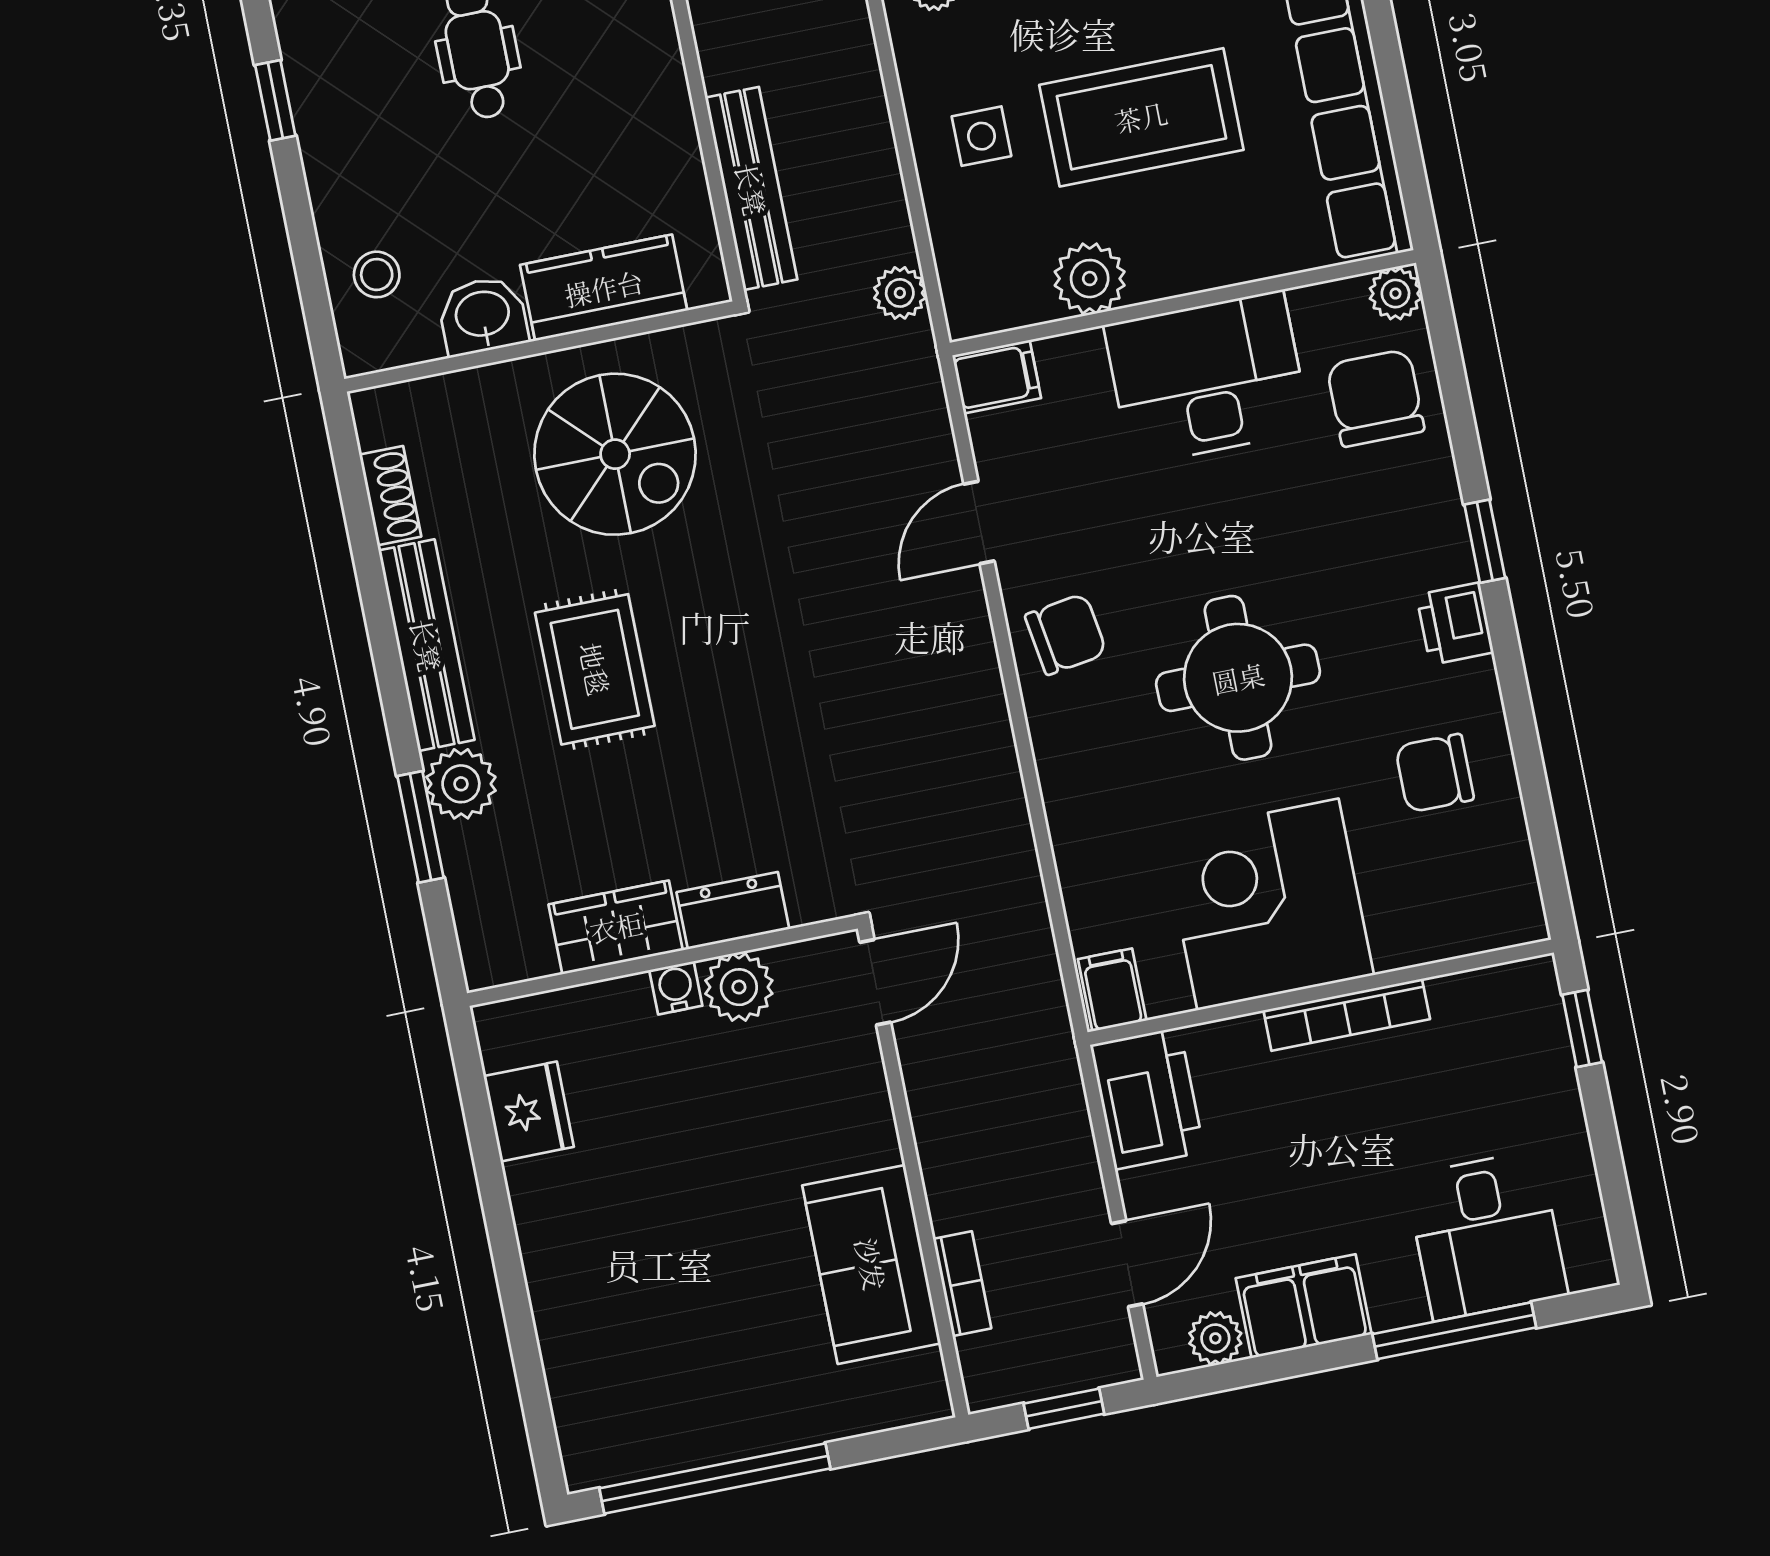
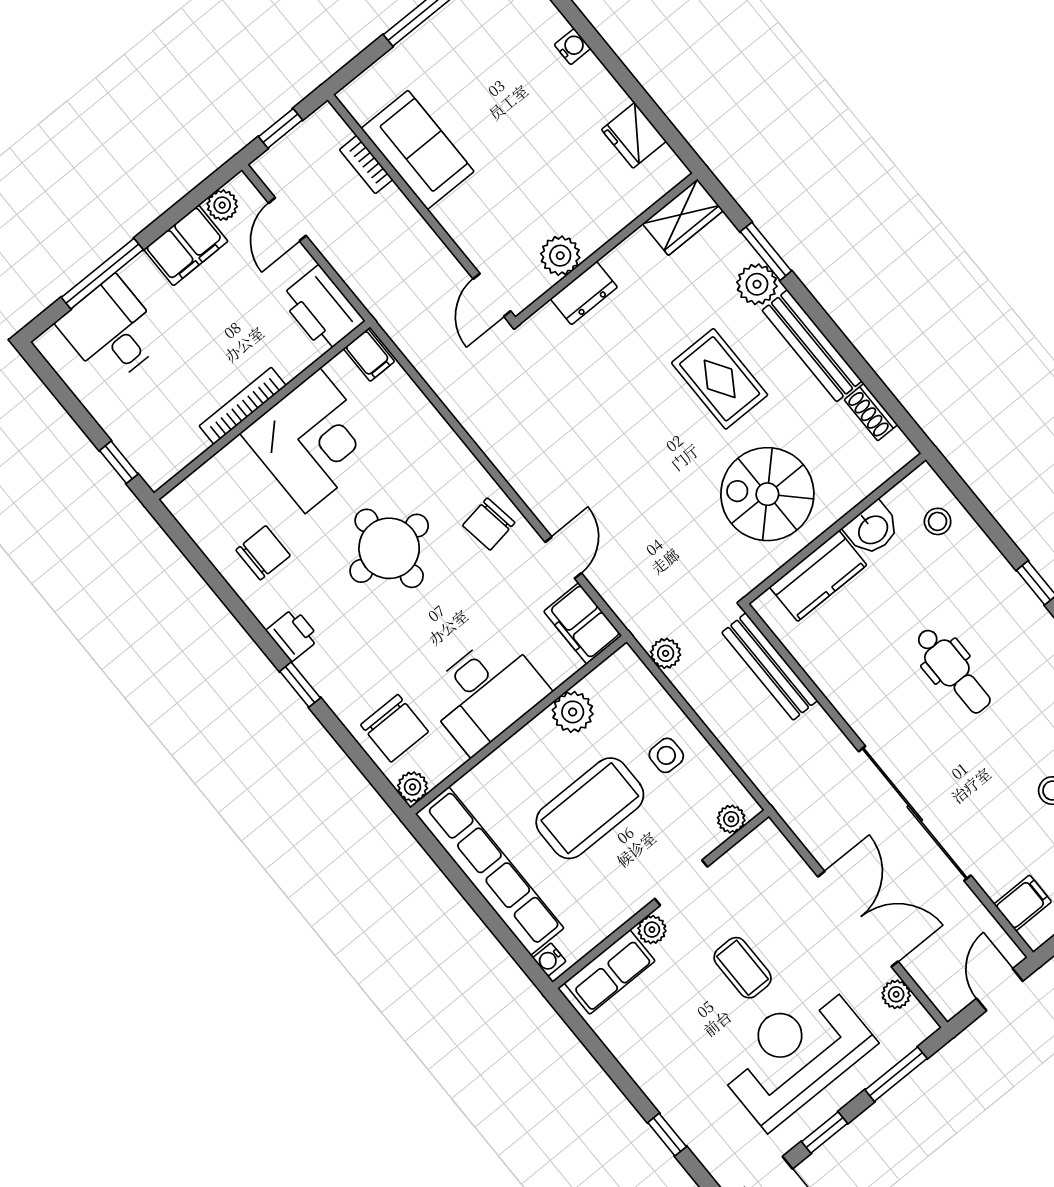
filing cabinet: (997, 377) -> (583, 623), width x2.00
wardrobe: (616, 927) -> (683, 217), moved
water cooler: (676, 988) -> (572, 47), moved, turned -90

